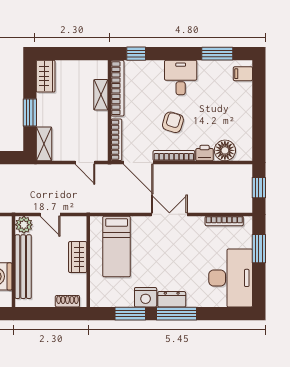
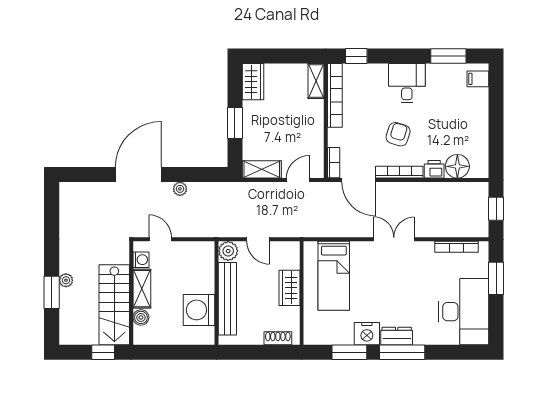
shelving: (101, 95) -> (316, 81), moved
bookcase: (116, 140) -> (334, 163), width x0.64
shelving: (44, 144) -> (262, 169), moved, turned 90
door: (85, 163) -> (298, 180), swing flipped

